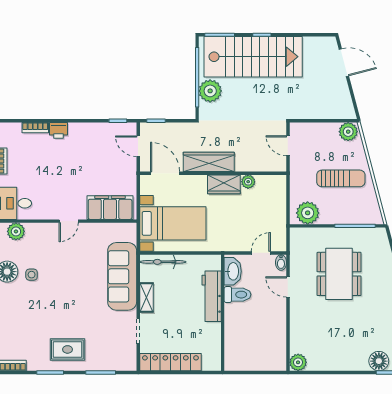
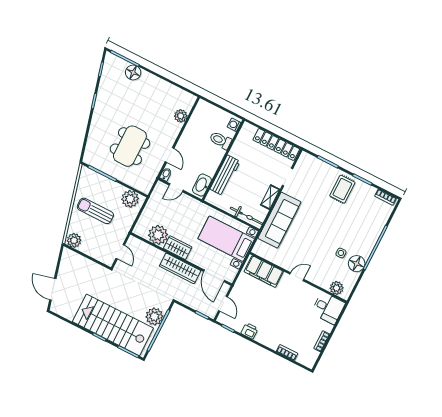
printer: (58, 130) -> (249, 331), moved
plant: (248, 182) -> (158, 235), width x1.88, depth x1.88
toilet: (238, 295) -> (221, 140), moved
rug: (67, 349) -> (342, 189), turned 90
washing machine: (231, 360) -> (234, 125), added
plant: (298, 362) -> (181, 116), moved

